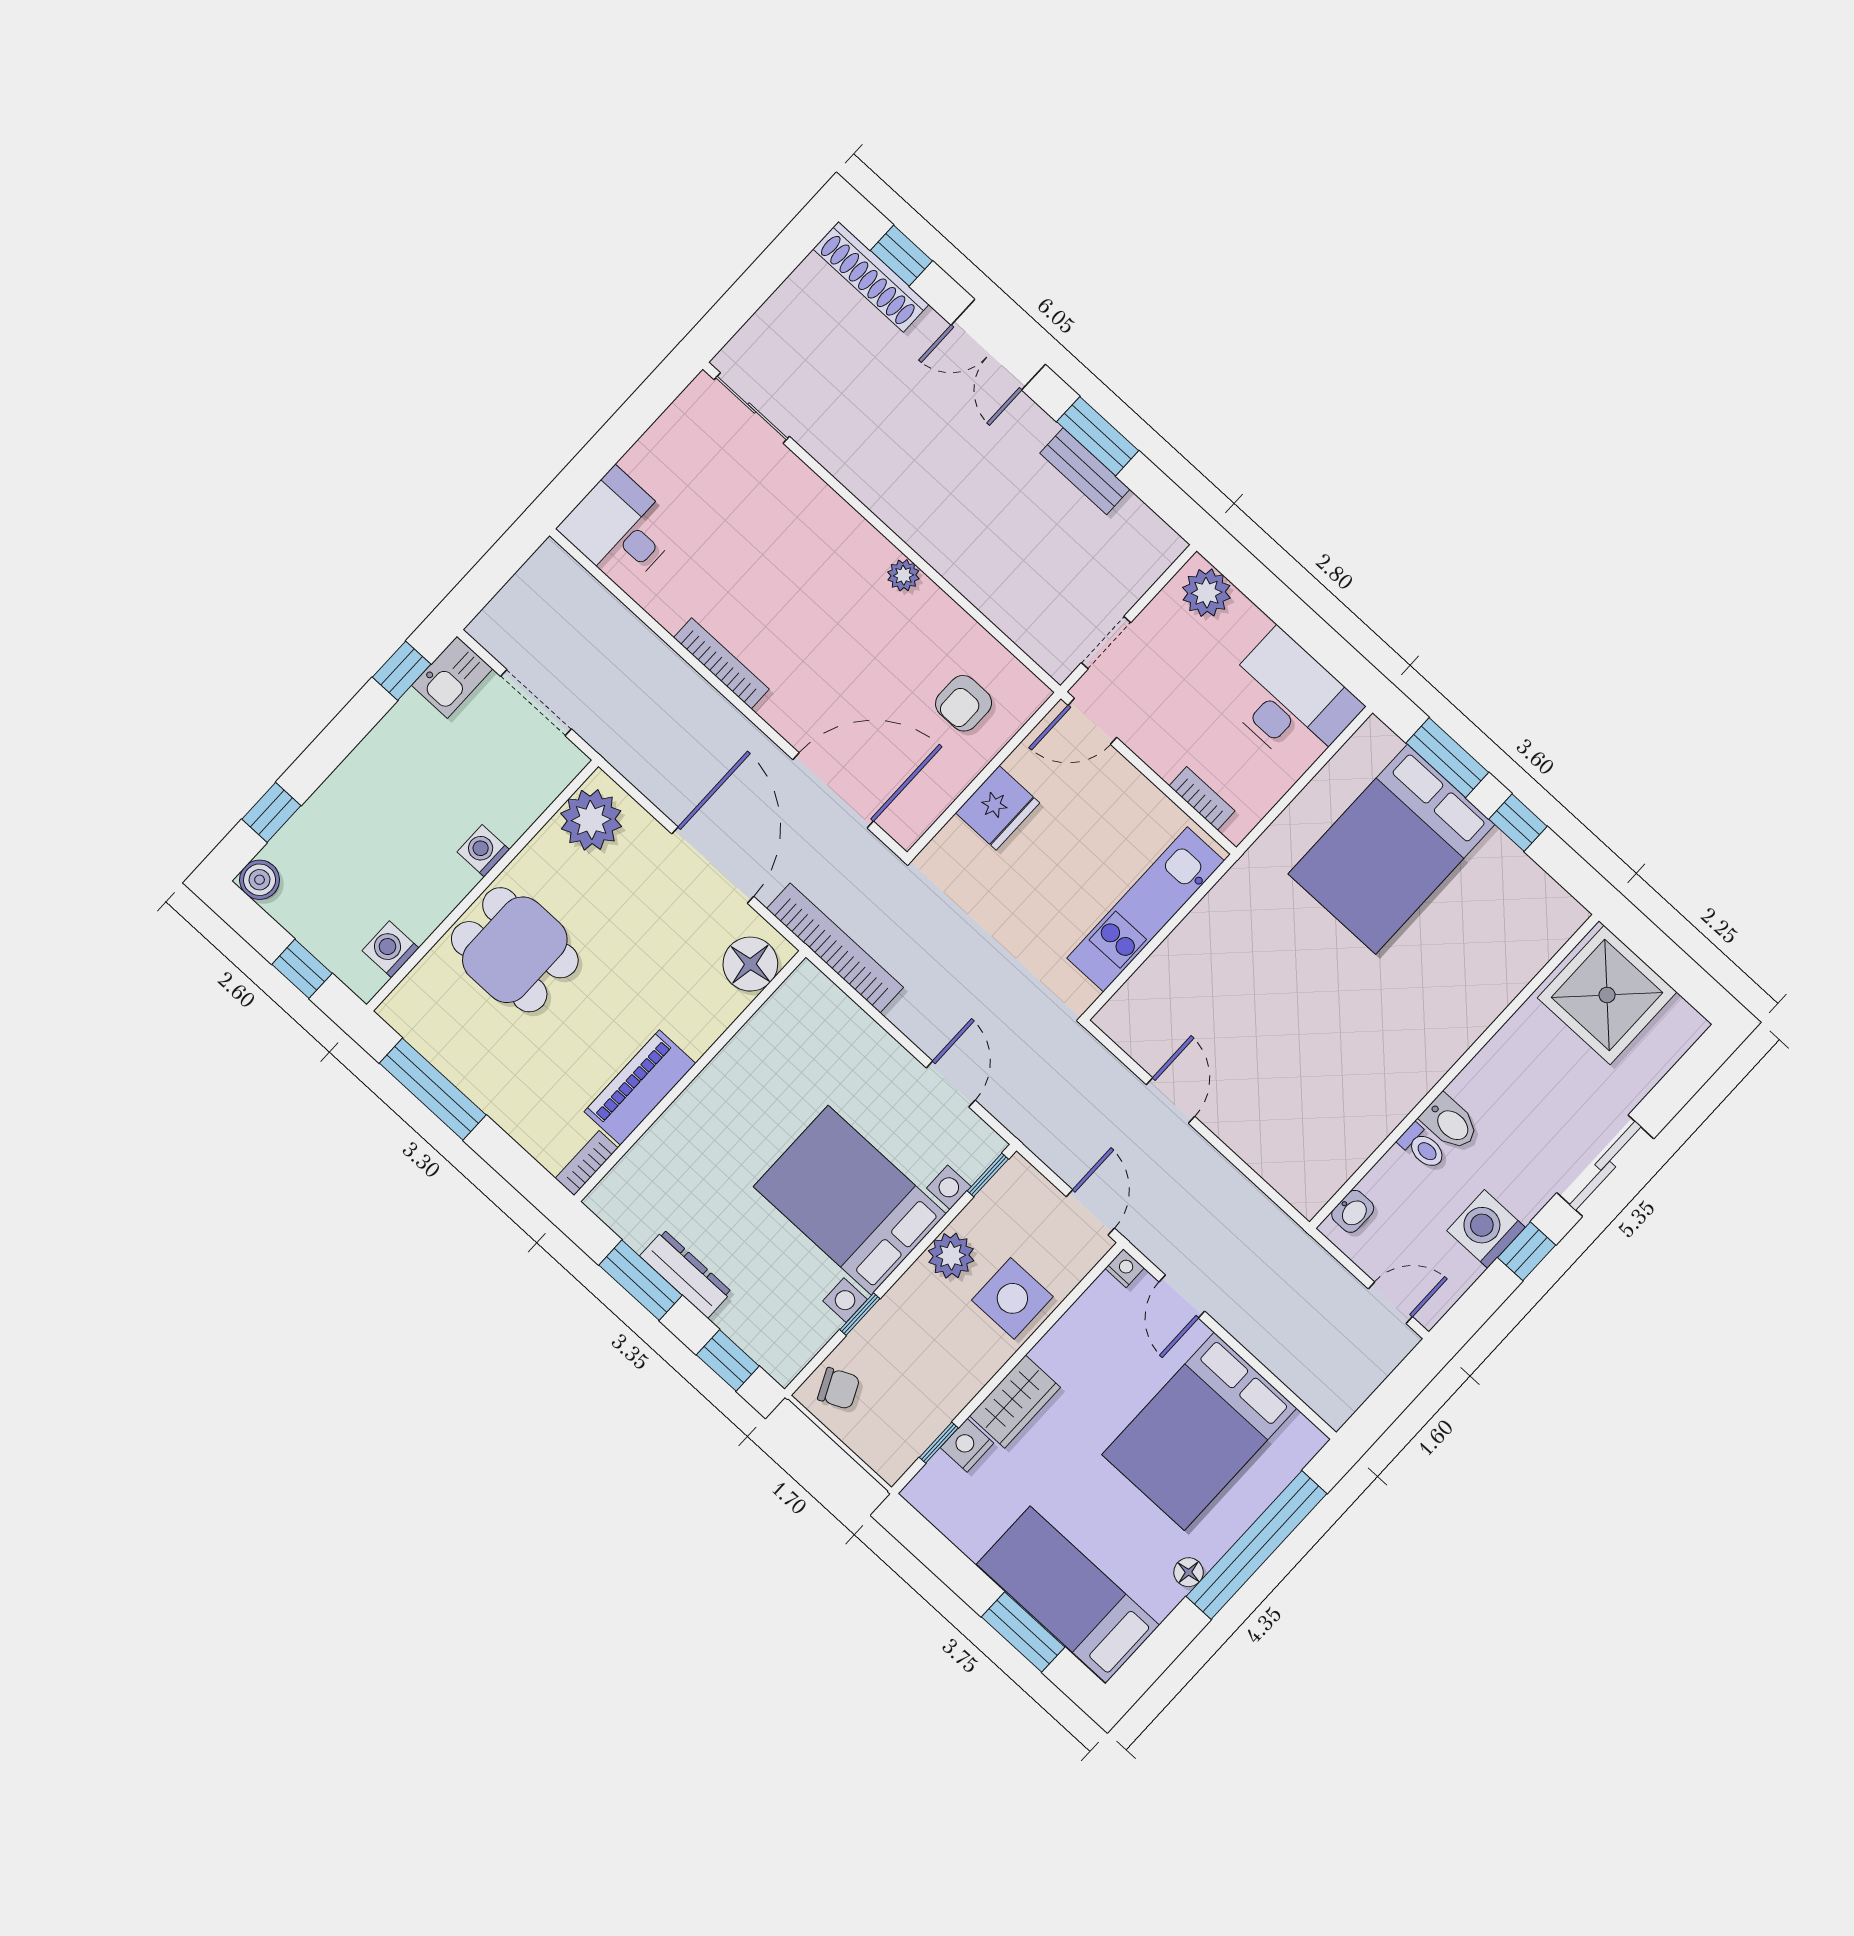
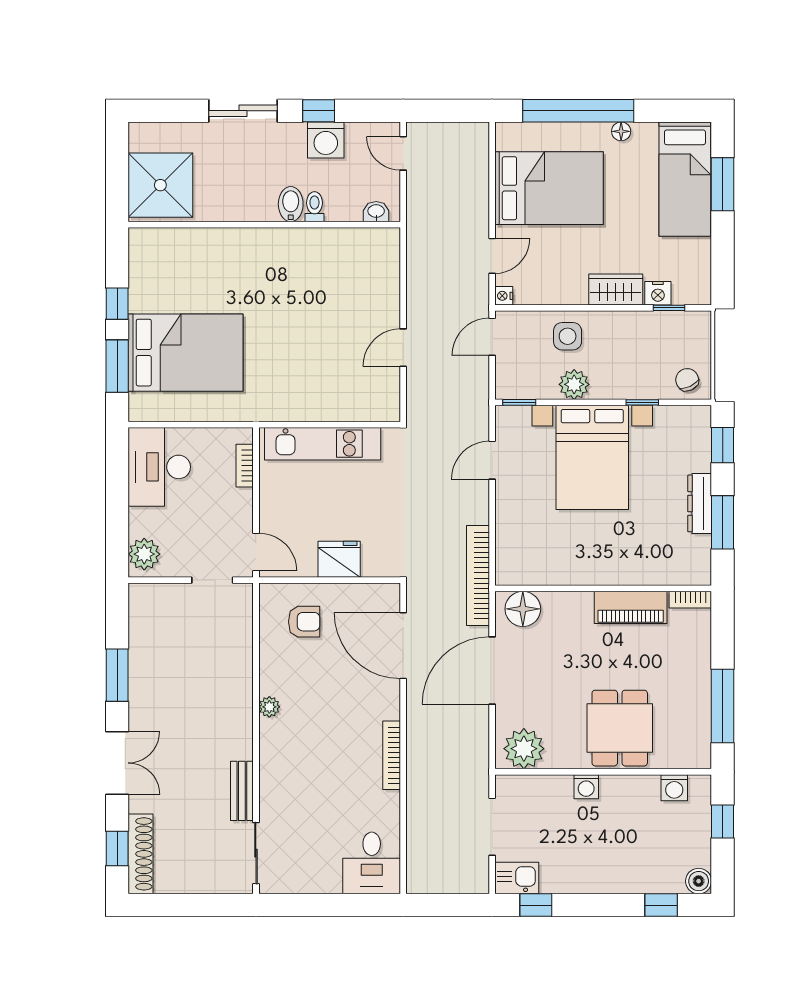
bench: (1085, 471) -> (242, 791), moved
side table: (1012, 1298) -> (568, 336), width x0.73, depth x0.73

